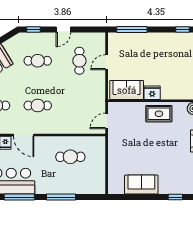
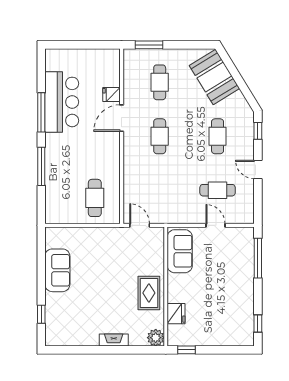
fridge: (152, 93) -> (176, 314), moved
cafe table: (70, 157) -> (95, 198), moved

